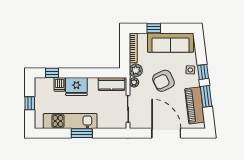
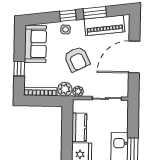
sofa: (170, 43) -> (35, 44), width x0.73
kitchen counter: (111, 84) -> (79, 127), moved

